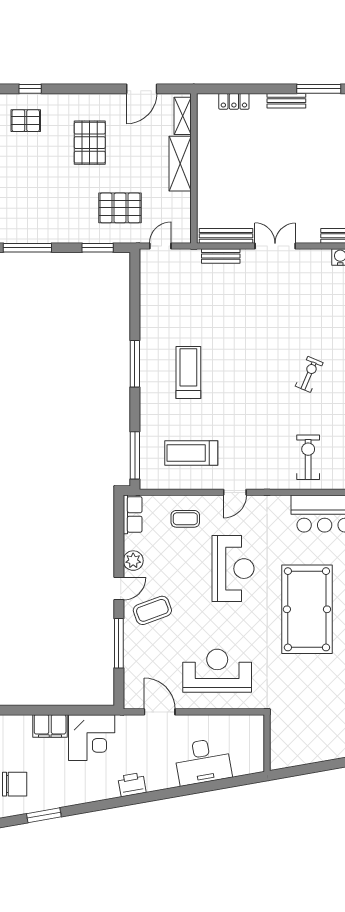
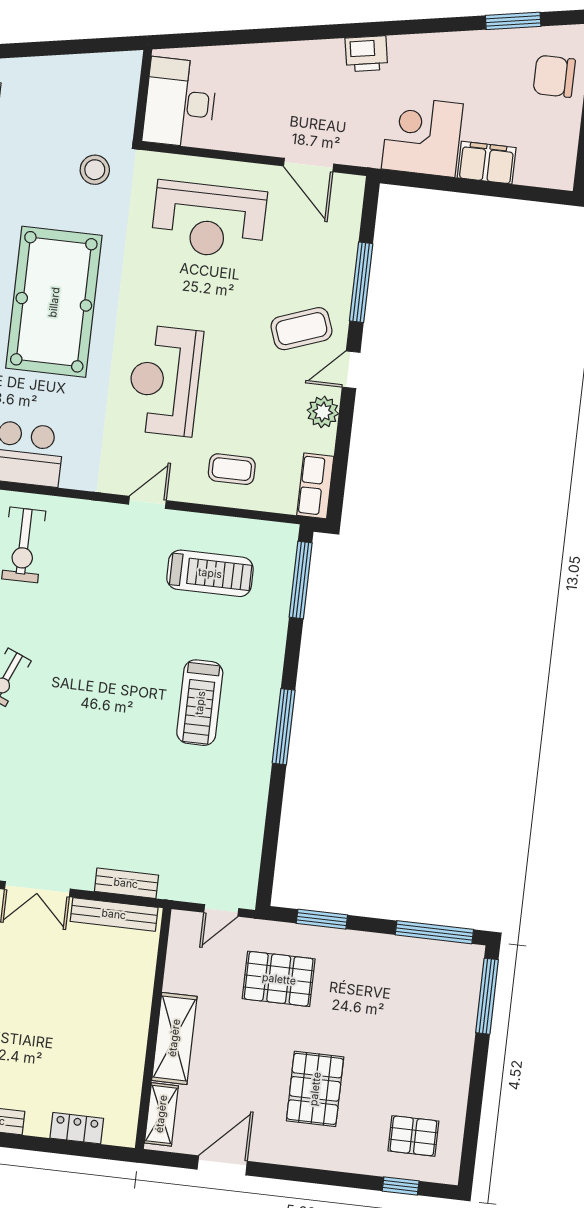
stool: (291, 694) -> (95, 170), added
desk: (203, 761) -> (180, 103), moved, turned -80

